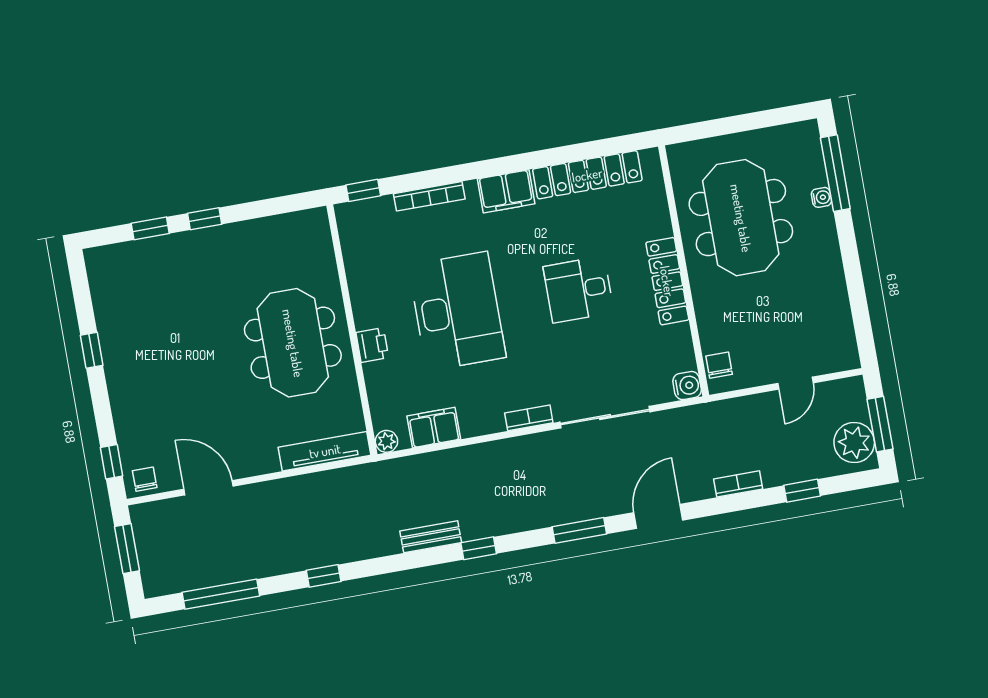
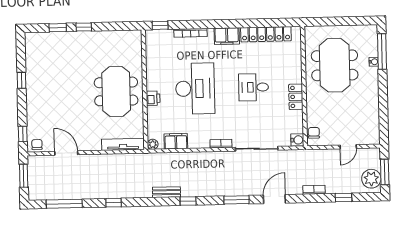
locker: (667, 281) -> (296, 97), width x0.66

